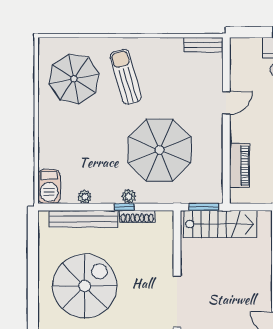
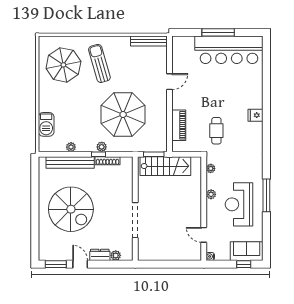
bench: (204, 45) -> (149, 41), width x1.36
barbecue: (49, 186) -> (46, 124), moved
spiral stairs: (85, 286) -> (71, 209), turned 90

